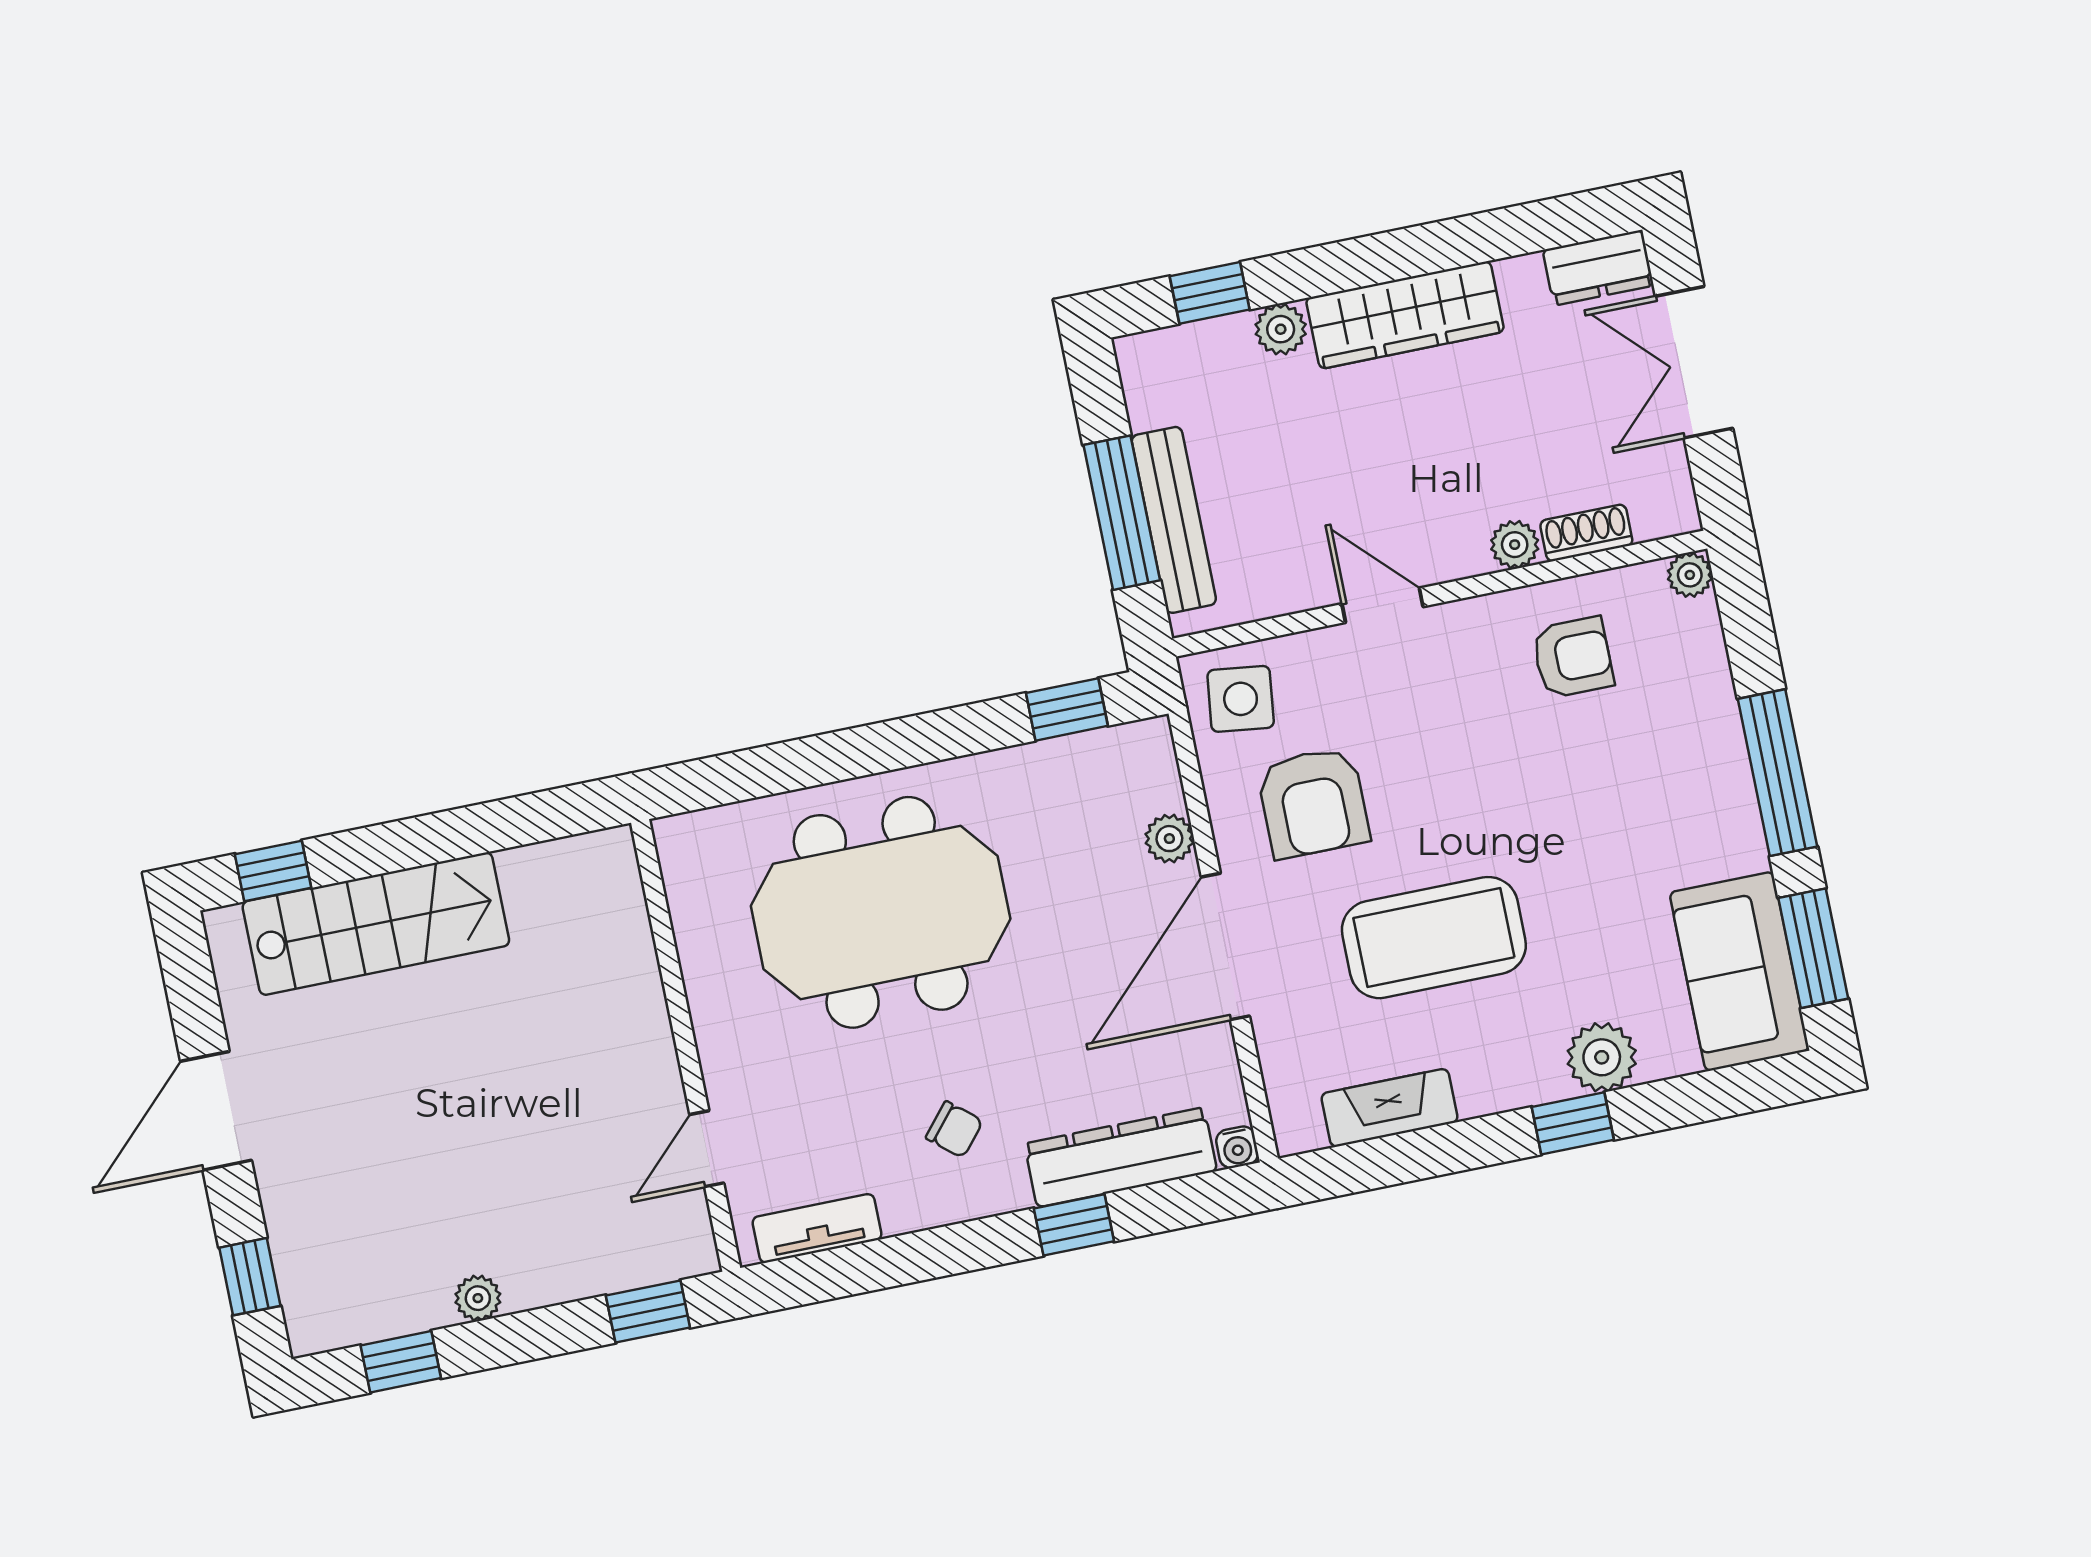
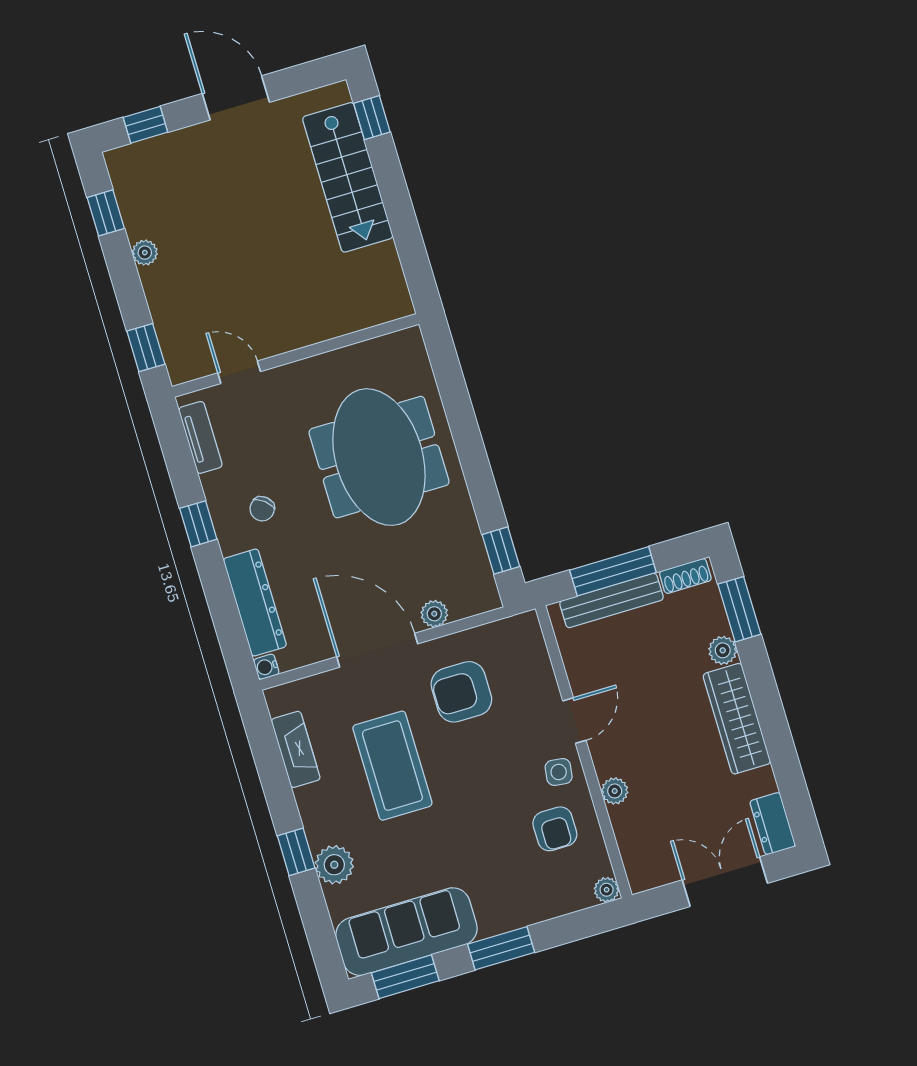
window: (1210, 293) -> (739, 609), width x1.50
shoe rack: (1586, 533) -> (685, 576), moved, turned 90
side table: (1241, 699) -> (559, 772), moved, width x0.73, depth x0.73
window: (1778, 773) -> (501, 948), width x0.69
sofa: (1739, 971) -> (406, 932), width x1.36
window: (1074, 1225) -> (198, 524), moved

